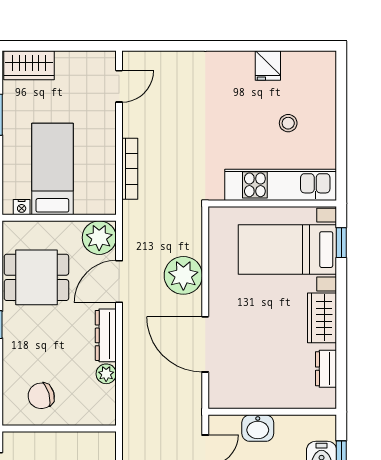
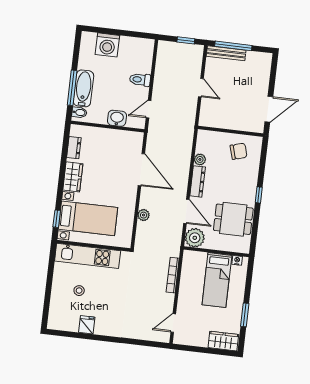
plant: (183, 275) -> (144, 215), width x0.53, depth x0.53
door: (119, 281) -> (186, 211), hinge flipped
bidet: (324, 431) -> (79, 112), added

